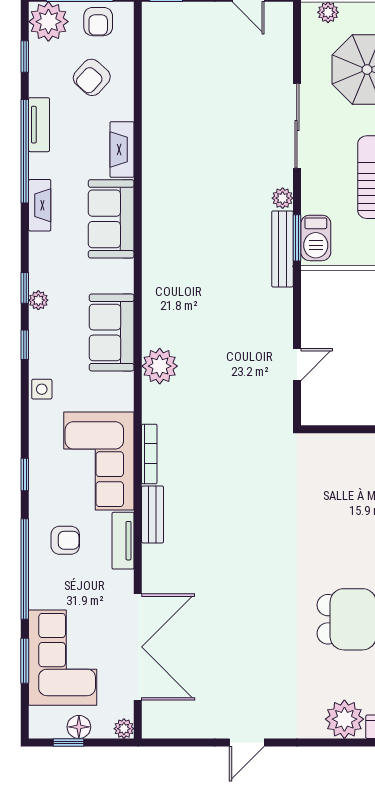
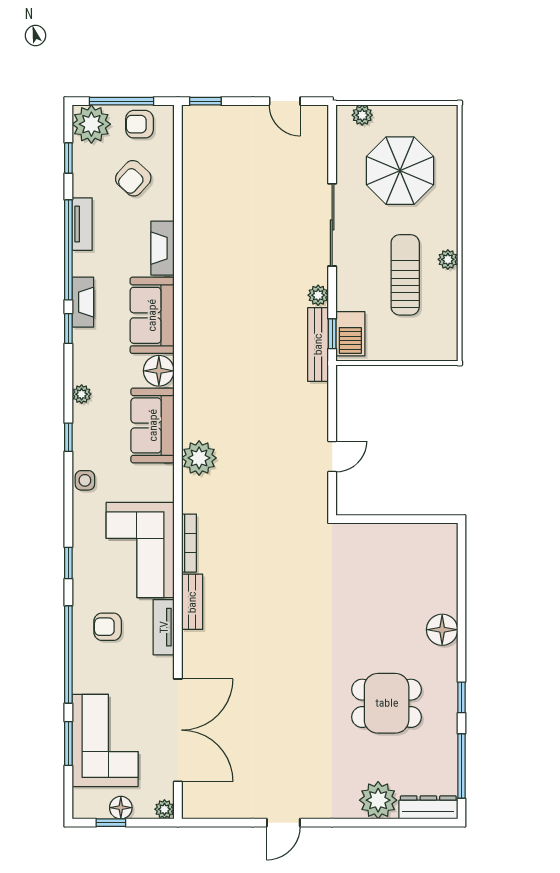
armchair: (98, 22) -> (139, 124), turned 90
window: (297, 238) -> (332, 334), width x0.67
floor lamp: (118, 276) -> (159, 371), added
window: (25, 288) -> (68, 329), moved
armchair: (65, 540) -> (108, 627), turned 180

